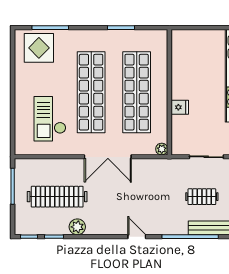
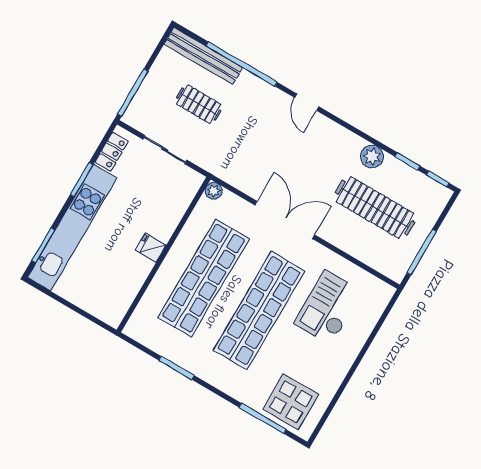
fridge: (180, 107) -> (151, 248), moved
checkout: (50, 119) -> (328, 307), turned 180

